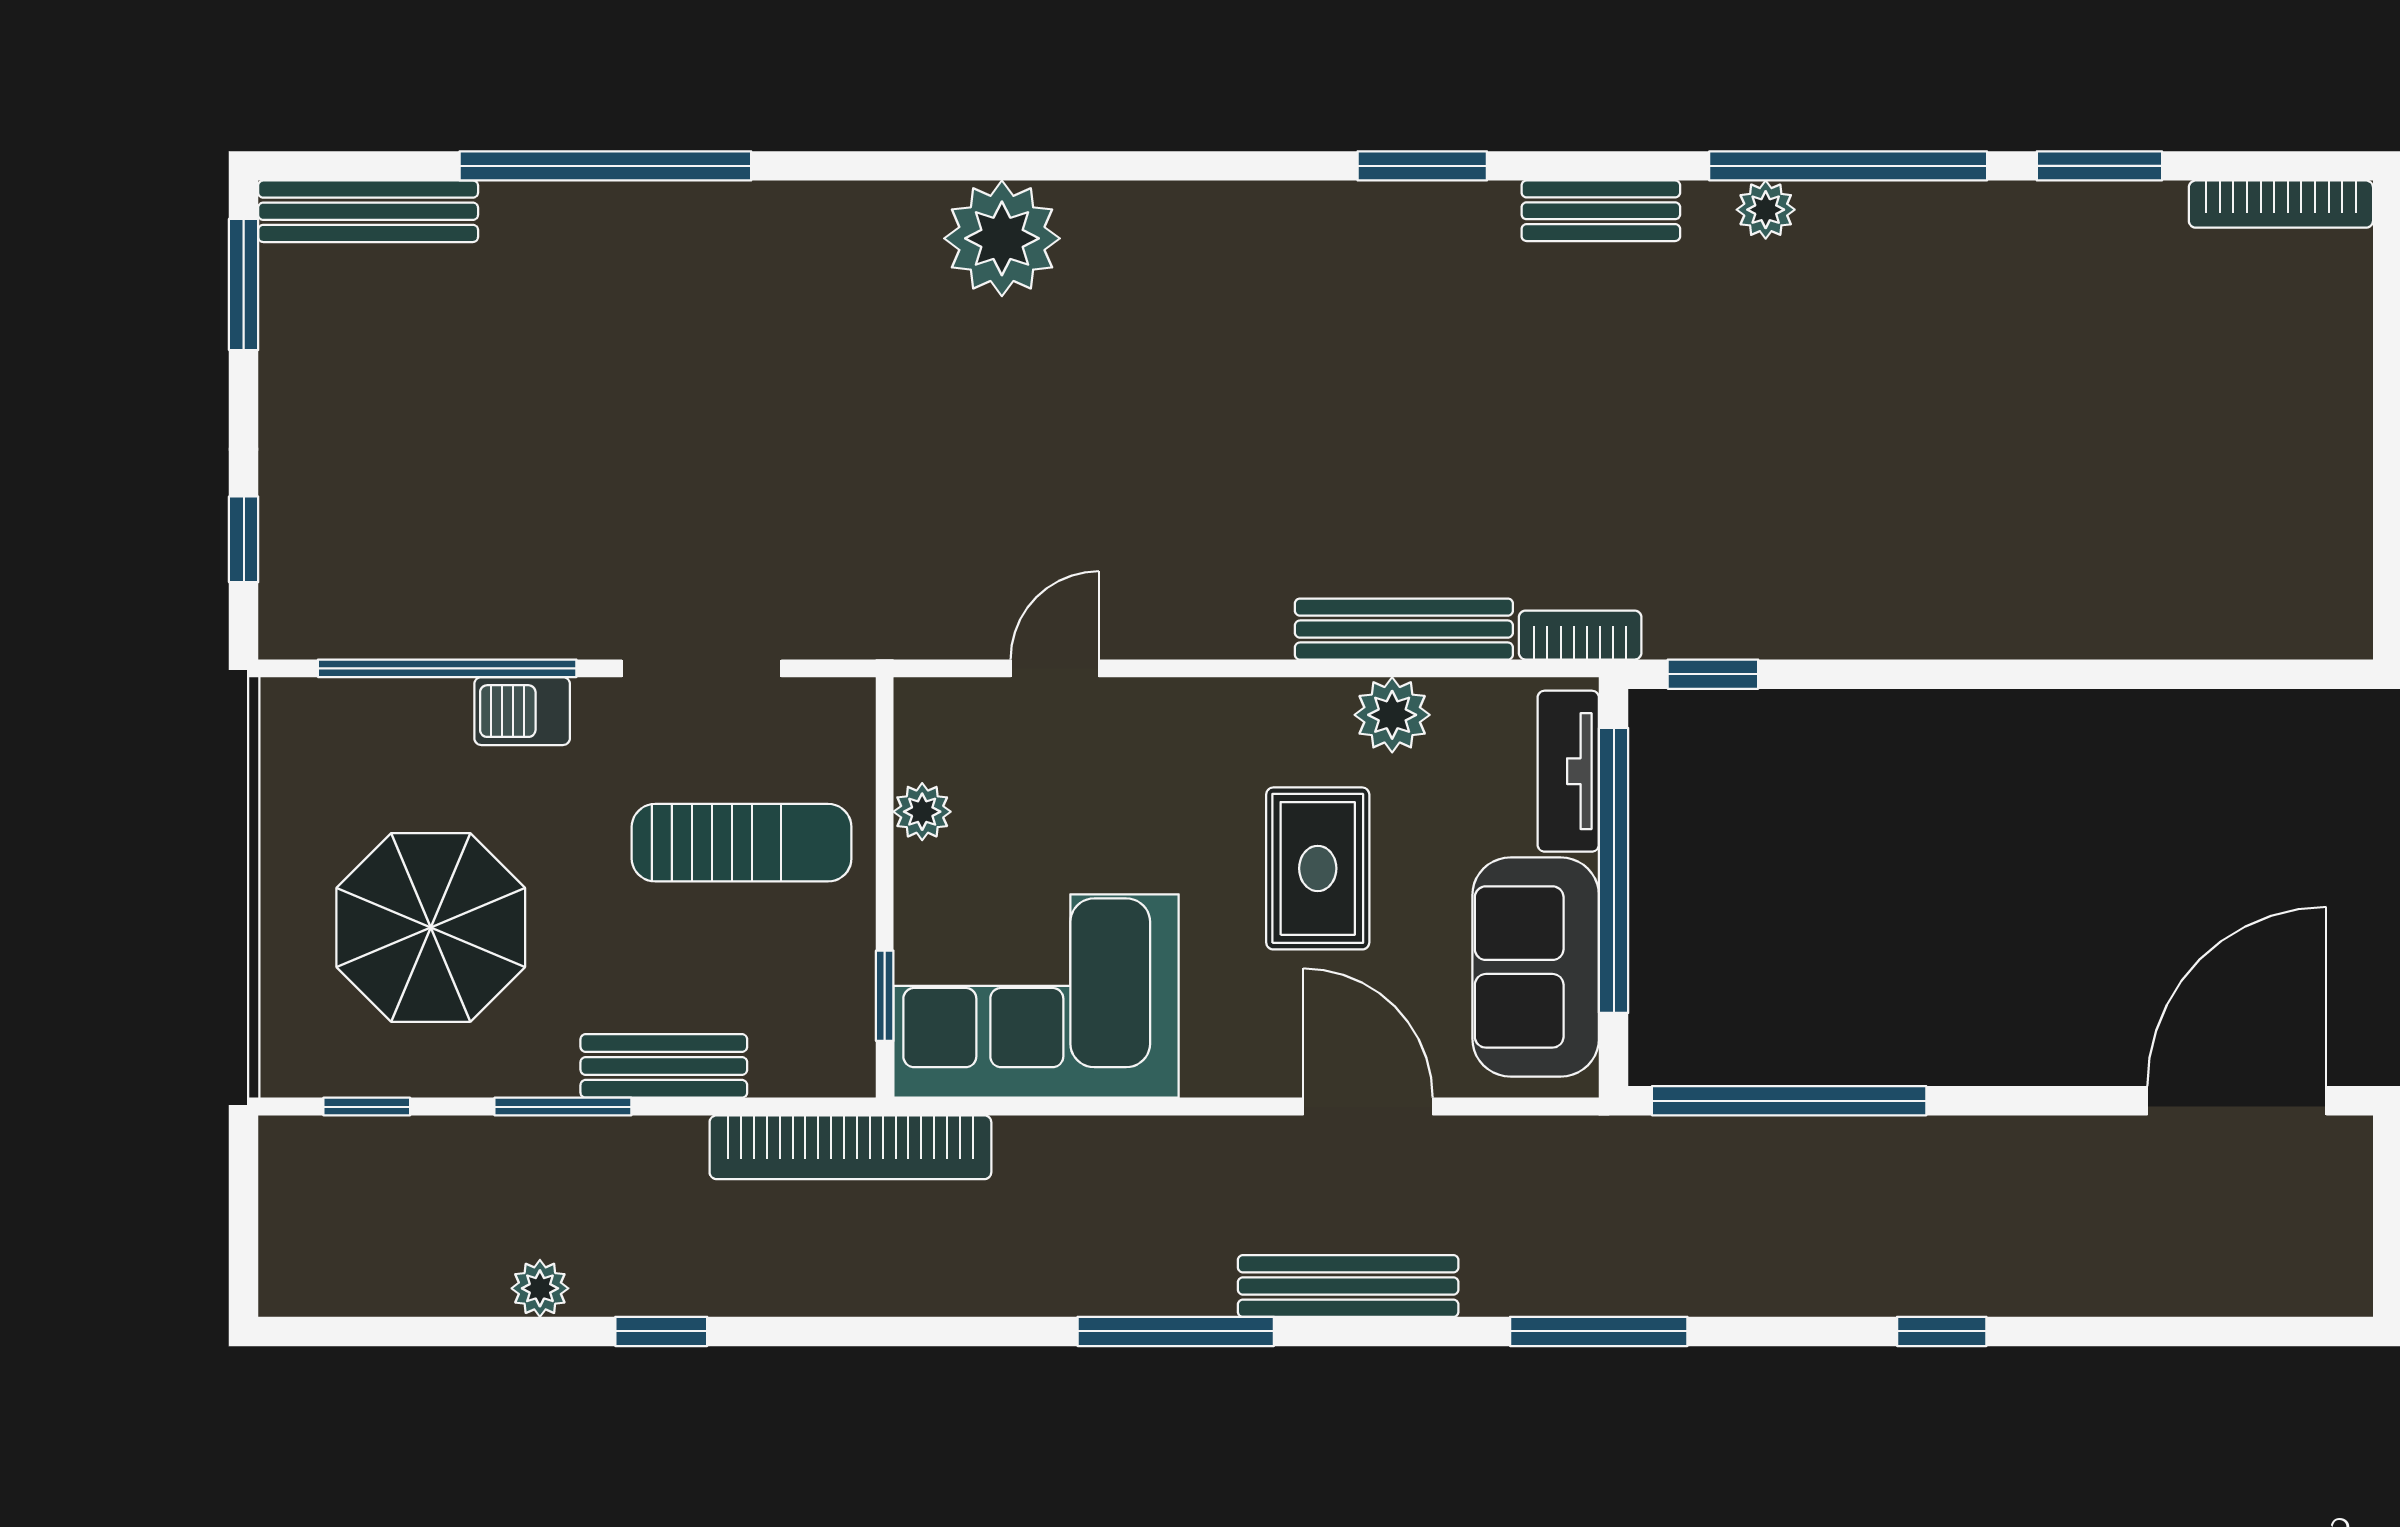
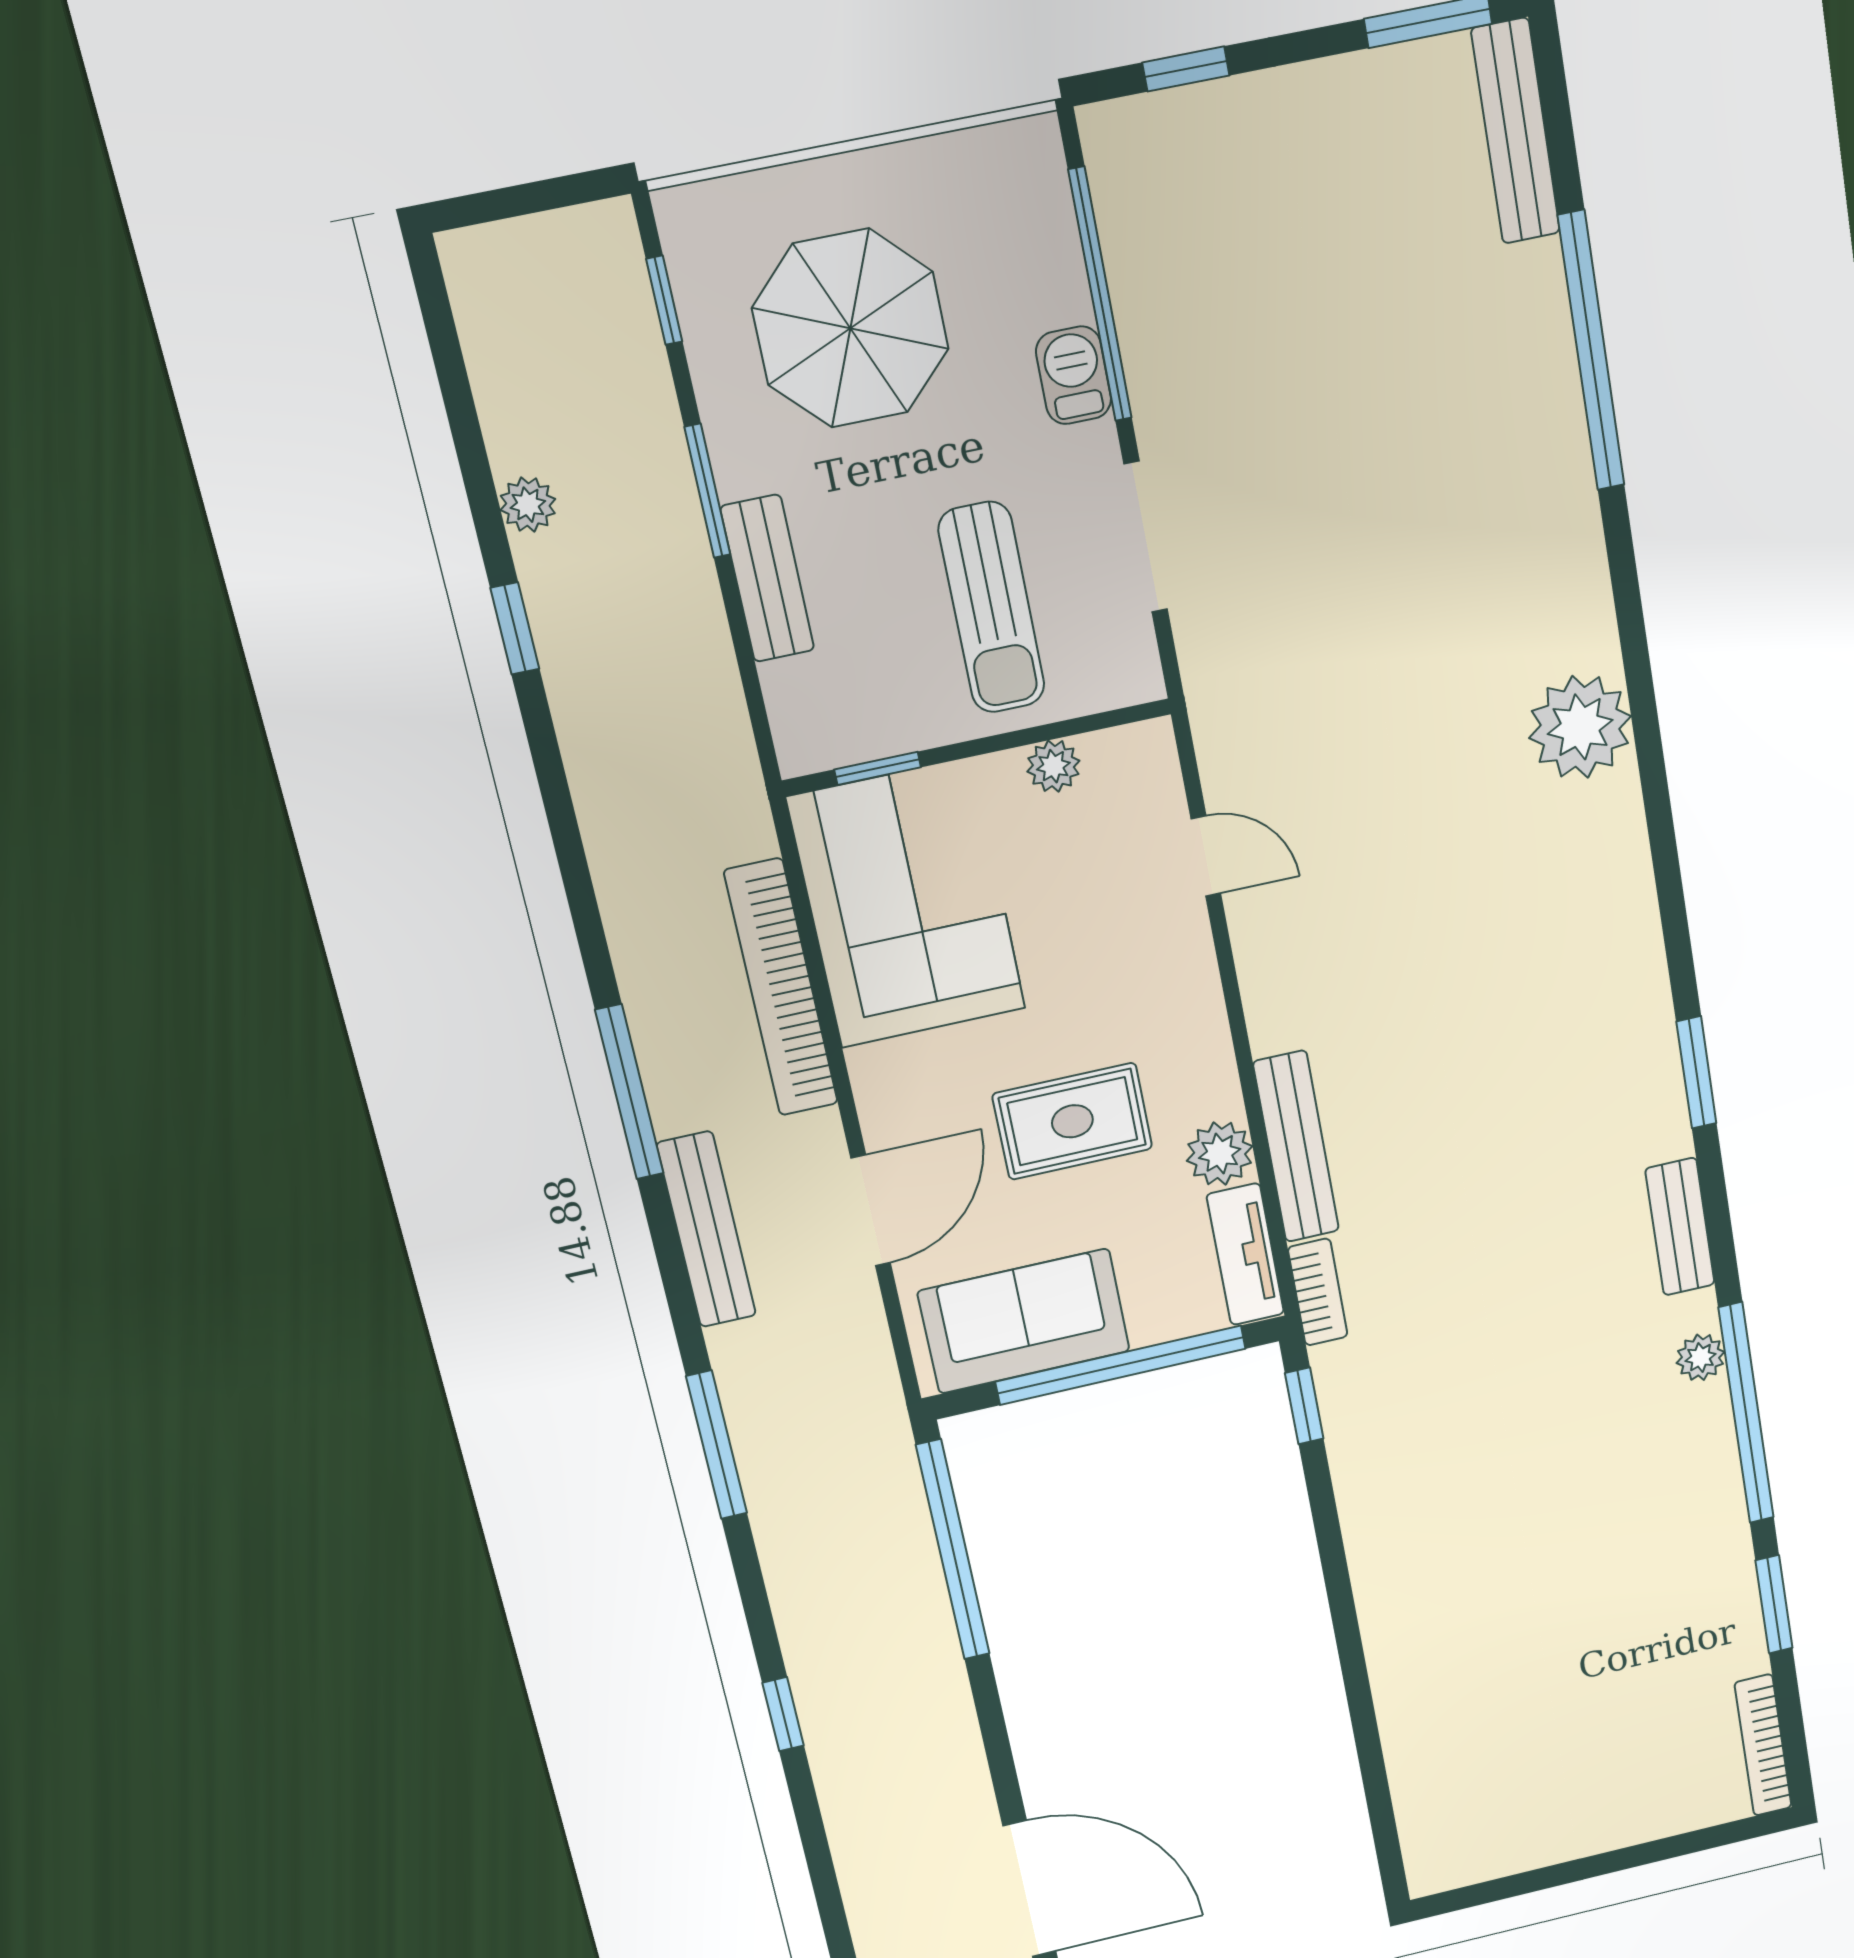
tv unit: (1568, 771) -> (1245, 1254), moved, turned -90
bookcase: (850, 1147) -> (781, 988), moved

